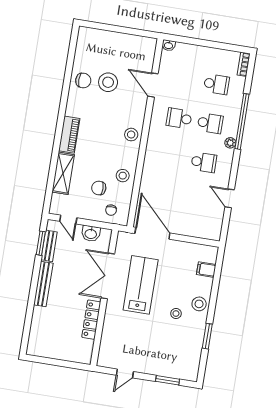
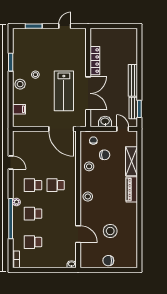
chair: (83, 81) -> (108, 261), moved
school desk: (179, 118) -> (56, 185), moved, turned 180

